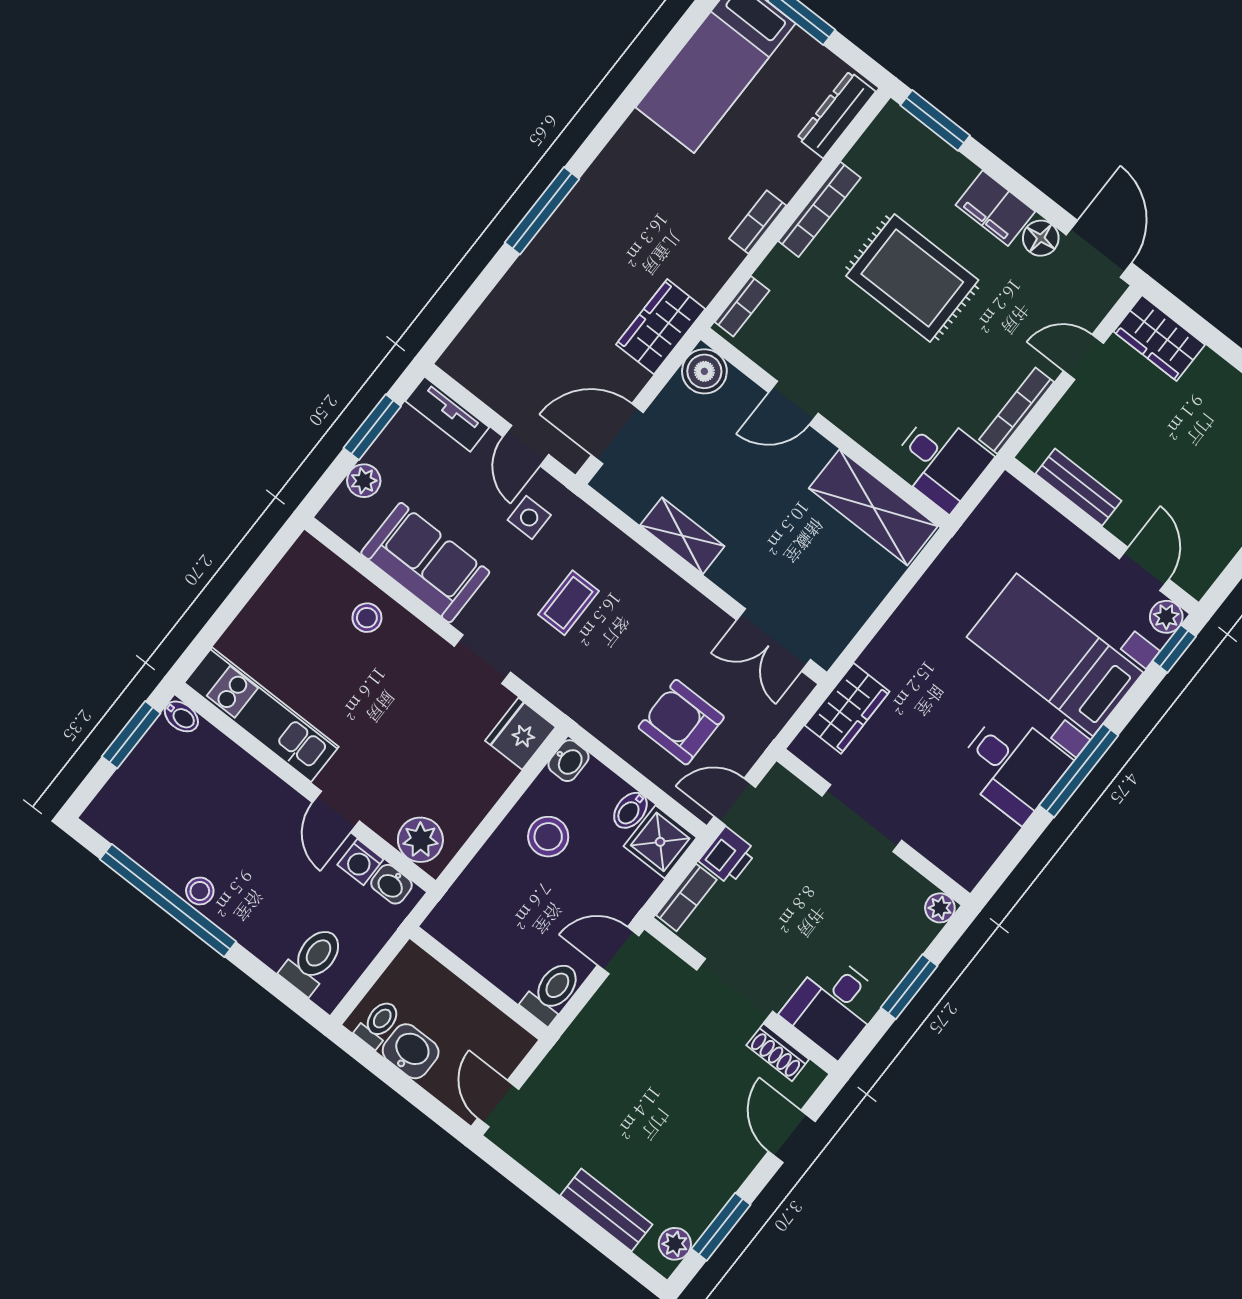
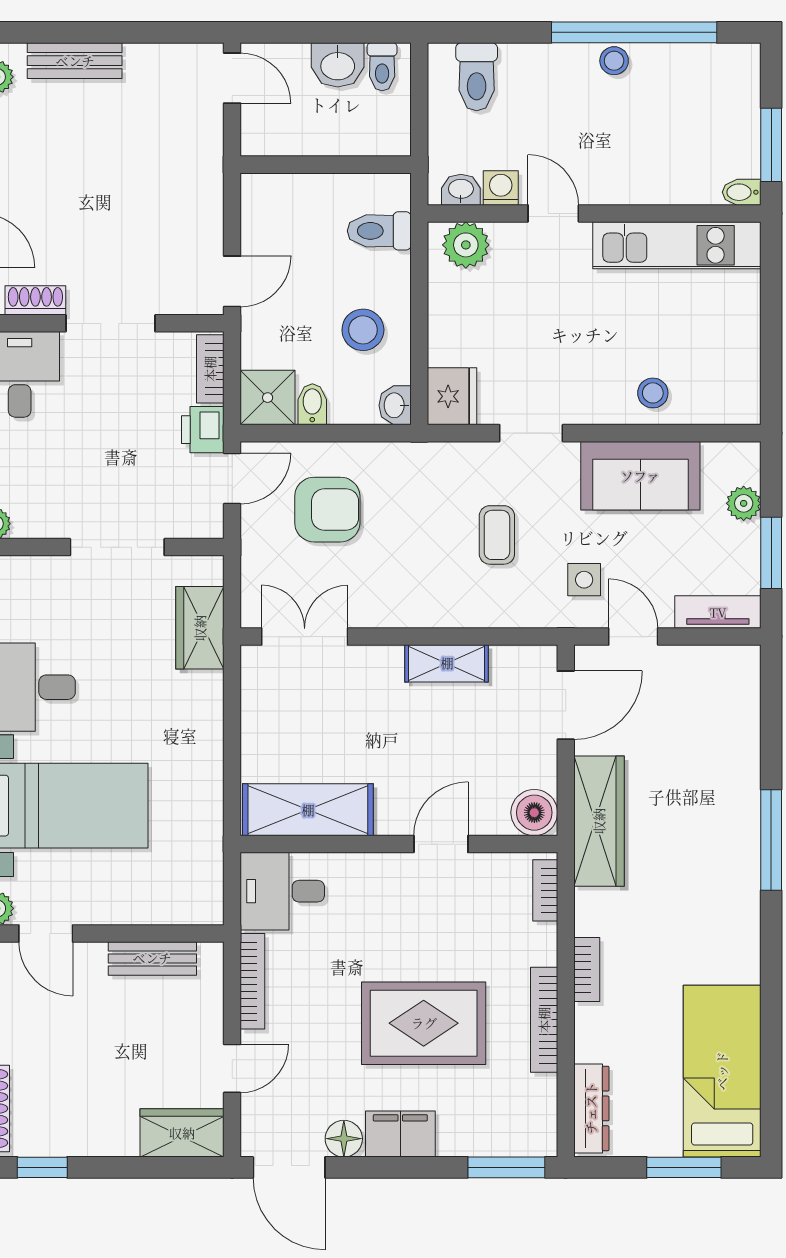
wardrobe: (661, 327) -> (599, 821), width x1.50
toilet: (552, 992) -> (379, 231), moved, turned 90

